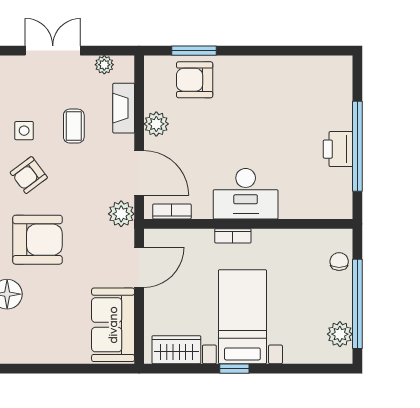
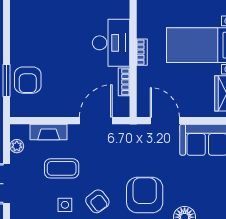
plant: (156, 124) -> (60, 108), removed
coffee table: (74, 126) -> (62, 168), width x1.36, depth x1.30
bookcase: (172, 211) -> (124, 82), moved
plant: (121, 214) -> (126, 134), removed

